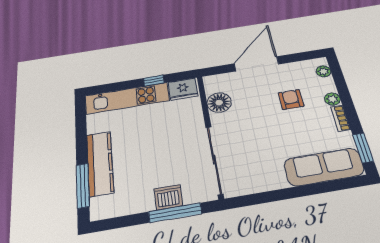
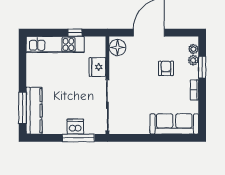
fridge: (183, 89) -> (97, 67), moved, turned 90
plant: (332, 99) -> (193, 60), moved
floor lamp: (219, 103) -> (117, 48), moved
window: (363, 148) -> (202, 67), moved
kitchen counter: (100, 163) -> (34, 111), moved

